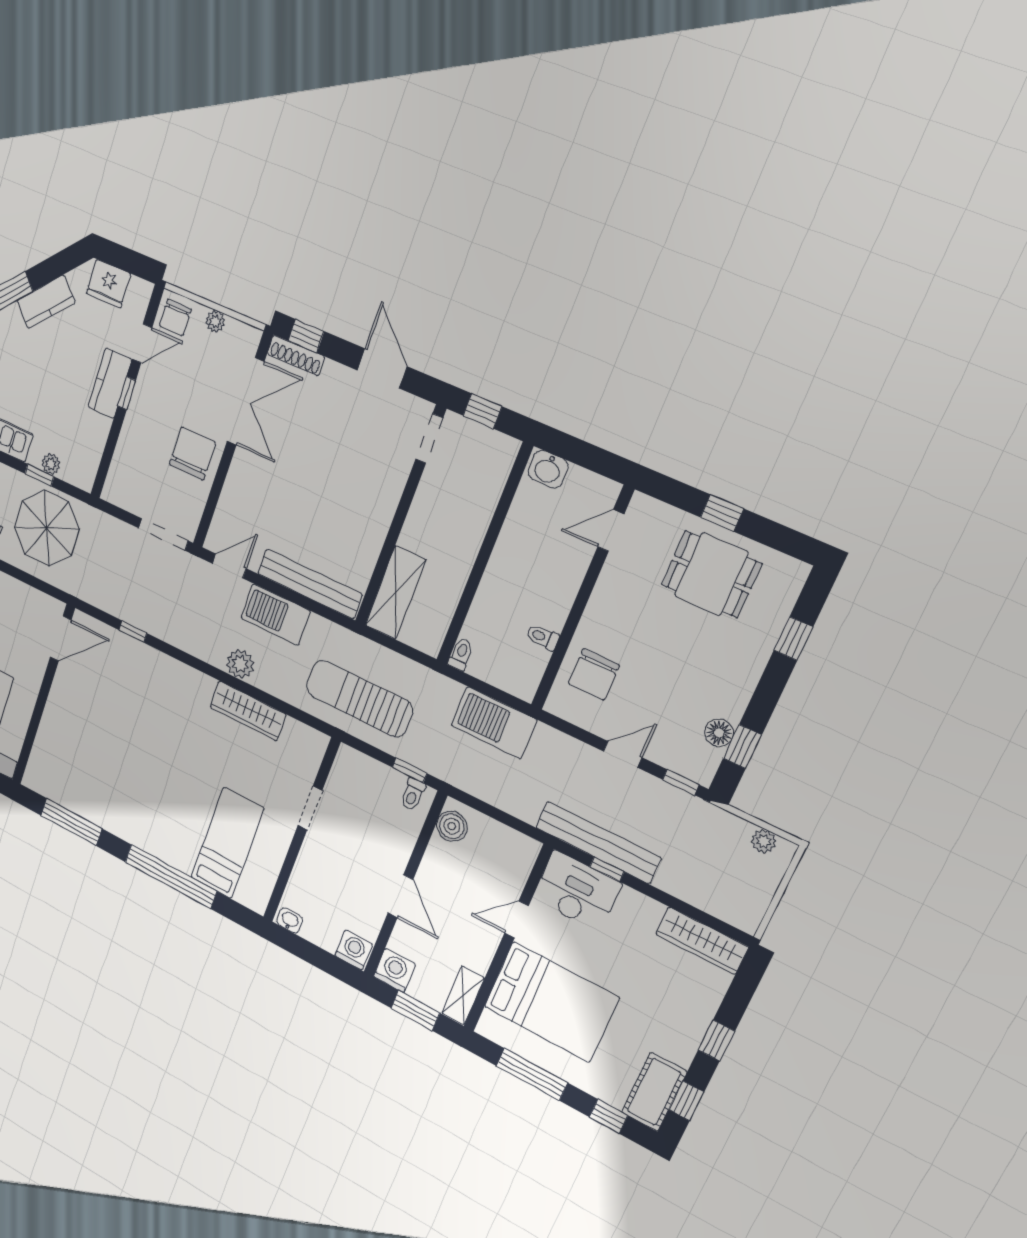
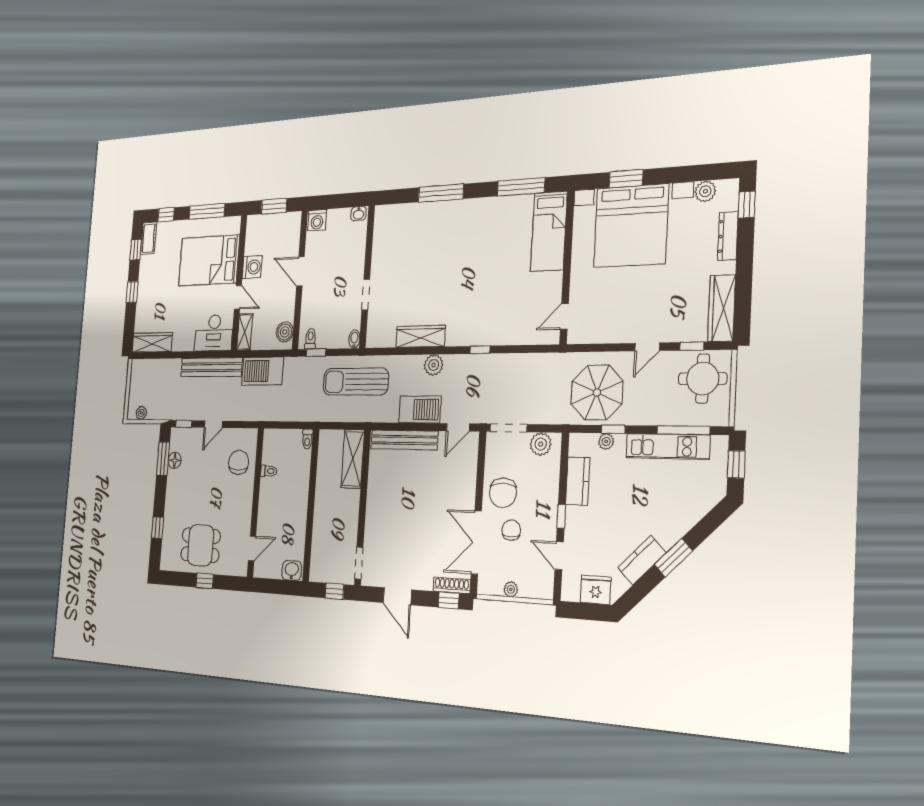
chair: (175, 318) -> (511, 530), moved
door: (142, 343) -> (559, 556), hinge flipped
kitchen counter: (110, 383) -> (578, 481), moved
plant: (128, 496) -> (541, 444), added
window: (133, 632) -> (480, 350), moved
door: (61, 639) -> (564, 316), width x0.73
sun lounger: (359, 698) -> (356, 382), turned 180
barbecue: (494, 723) -> (263, 371), moved, turned 180
window: (742, 747) -> (163, 459), width x1.50
bidet: (344, 758) -> (354, 339), added
bed: (227, 843) -> (549, 231), moved
window: (607, 869) -> (204, 355), removed
window: (171, 876) -> (441, 193), width x0.68
door: (517, 919) -> (238, 297), hinge flipped
washing machine: (394, 970) -> (252, 267), moved, turned -90
shelving: (463, 996) -> (245, 332), moved
cot: (654, 1092) -> (148, 238), width x0.73, depth x0.75

